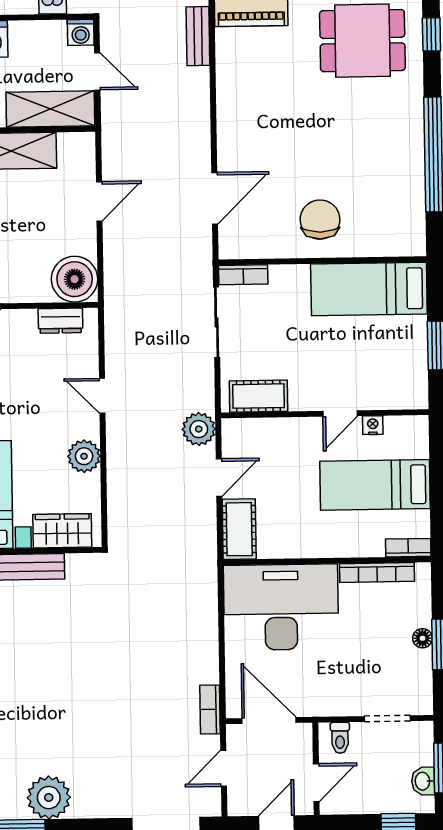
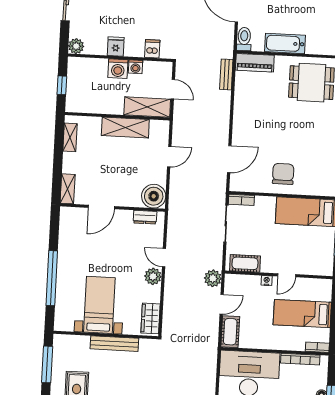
washing machine: (81, 32) -> (136, 67), moved
nightstand: (373, 425) -> (267, 281), moved
plant: (84, 456) -> (153, 276), moved
wardrobe: (62, 531) -> (151, 318), moved, turned -90

